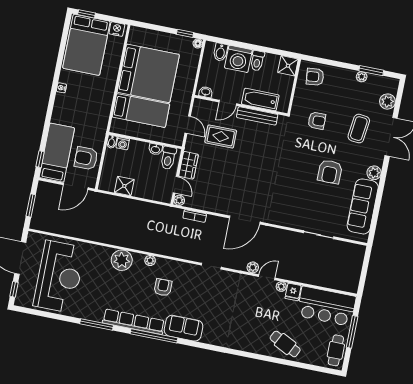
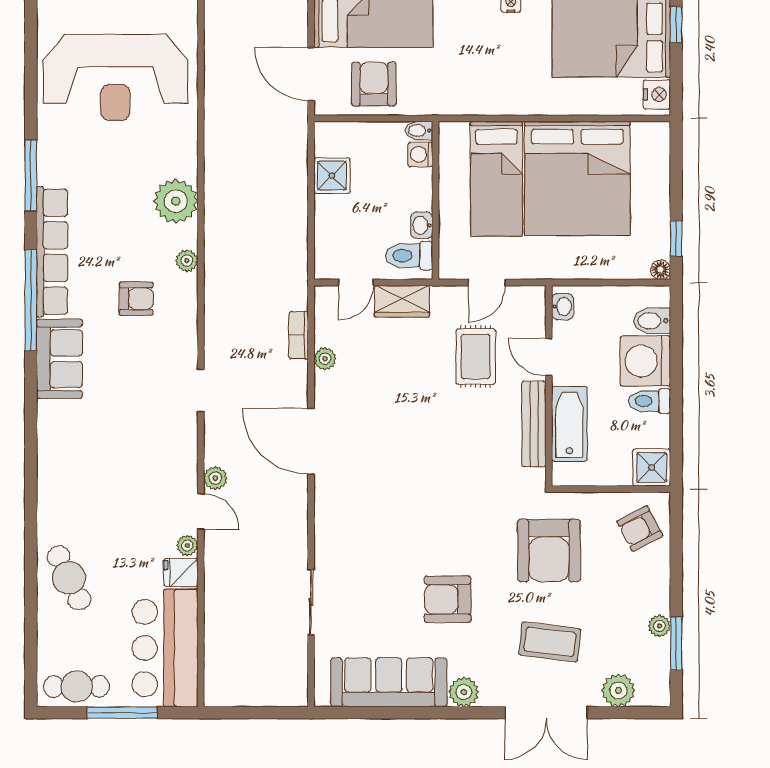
armchair: (315, 77) -> (640, 529), turned -112
armchair: (317, 121) -> (549, 551), width x1.88, depth x1.88
plant: (179, 200) -> (325, 359), moved
cafe table: (285, 344) -> (69, 578), turned -52

